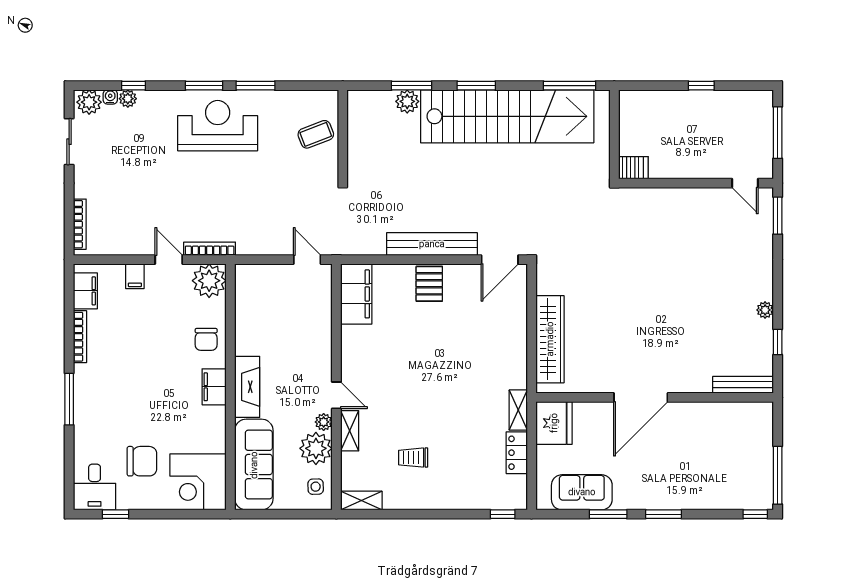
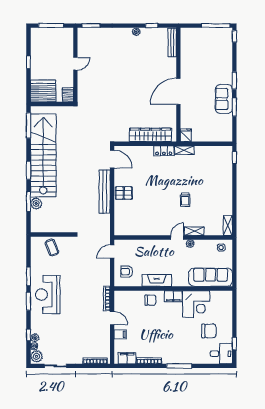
server rack: (641, 116) -> (43, 91), added
door: (745, 183) -> (75, 64), moved
door: (169, 260) -> (112, 318), swing flipped
plant: (209, 281) -> (122, 299), removed
armchair: (266, 290) -> (127, 272), added
filing cabinet: (356, 294) -> (129, 228), removed
fireplace: (247, 387) -> (157, 280), moved
door: (641, 397) -> (178, 91), swing flipped
fridge: (554, 423) -> (186, 135), width x0.53, depth x0.75
plant: (316, 448) -> (203, 247), removed
locker: (517, 453) -> (164, 151), moved
trolley: (413, 458) -> (185, 200), moved
chair: (142, 461) -> (209, 331), turned 90
corner desk: (198, 482) -> (196, 304), moved
sofa: (582, 492) -> (224, 99), moved

